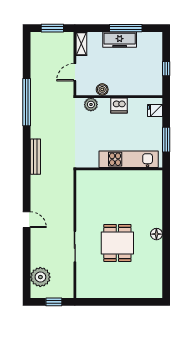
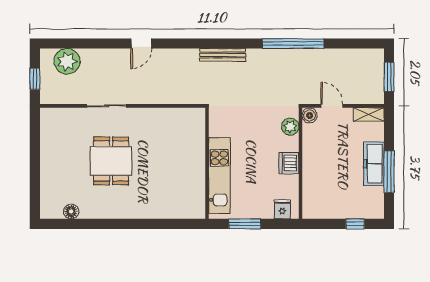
window: (166, 69) -> (355, 224), moved
boiler: (102, 89) -> (310, 116), moved
floor lamp: (156, 234) -> (71, 211), moved
dining table: (117, 243) -> (111, 161), turned 90

